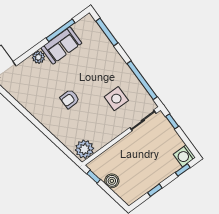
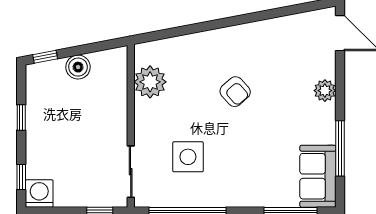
sofa: (61, 45) -> (318, 176), moved
armchair: (70, 99) -> (235, 92), turned 138
plant: (84, 149) -> (150, 82), moved
window: (94, 177) -> (45, 57), moved

